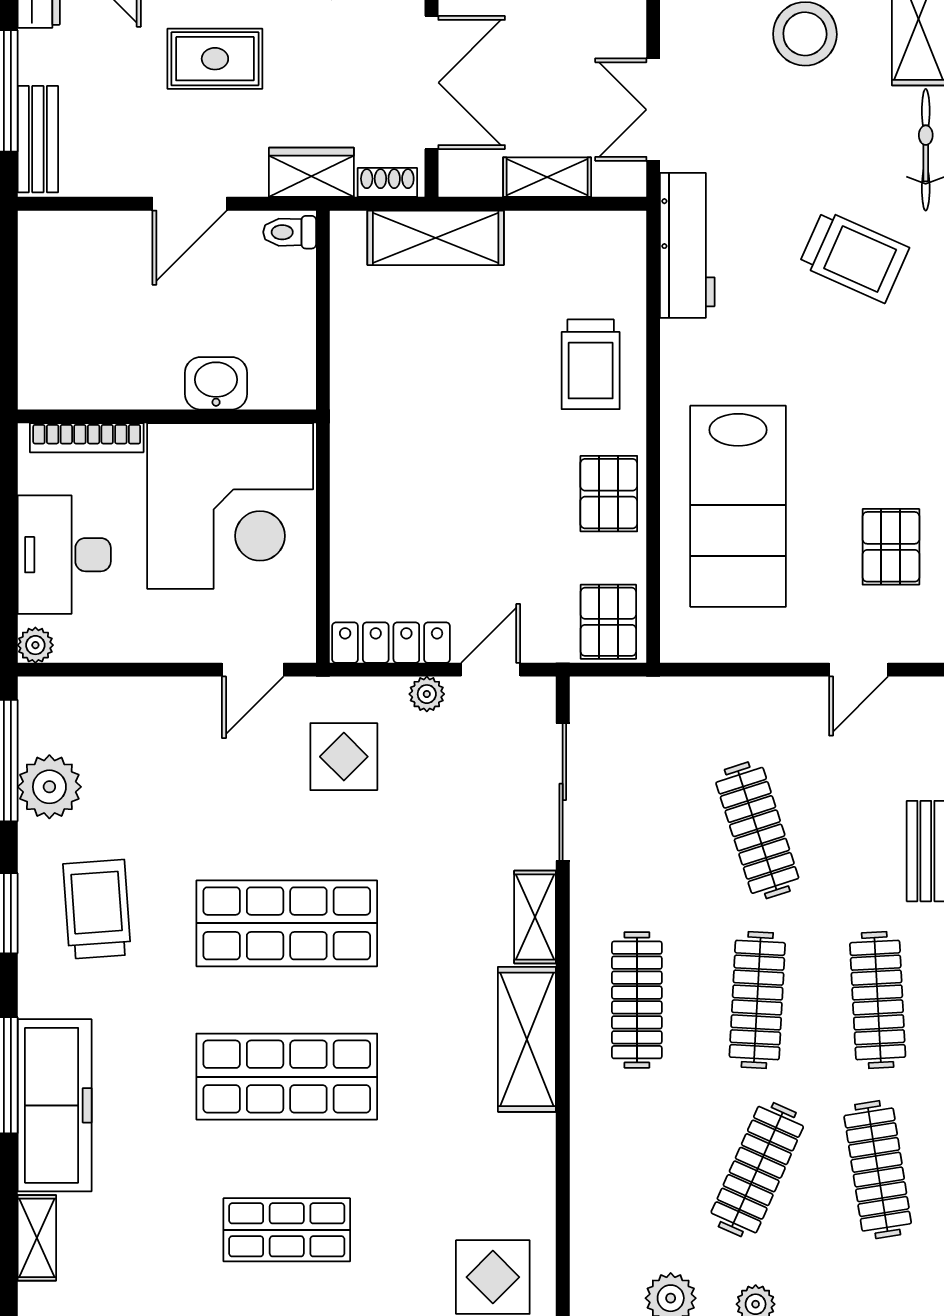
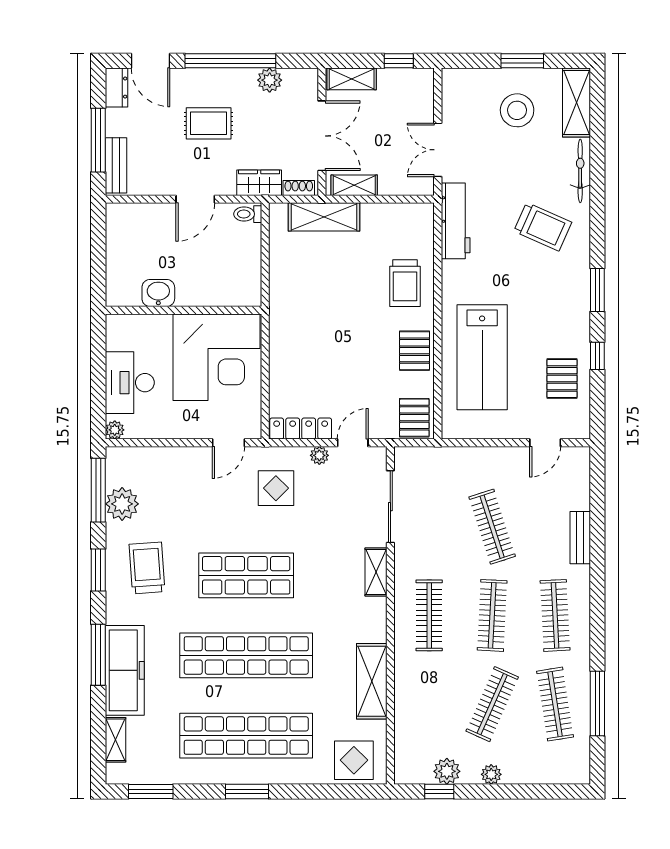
shelving: (547, 177) -> (354, 185), moved
washbasin: (216, 383) -> (158, 293), moved
bookcase: (87, 438) -> (142, 321), removed
shelving: (527, 1039) -> (372, 681), moved
shop shelf: (287, 1077) -> (246, 655), width x1.40
shop shelf: (287, 1230) -> (246, 736), width x2.00, depth x1.36

